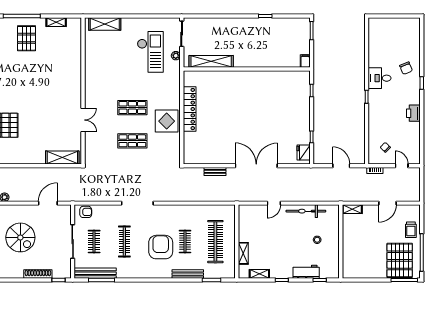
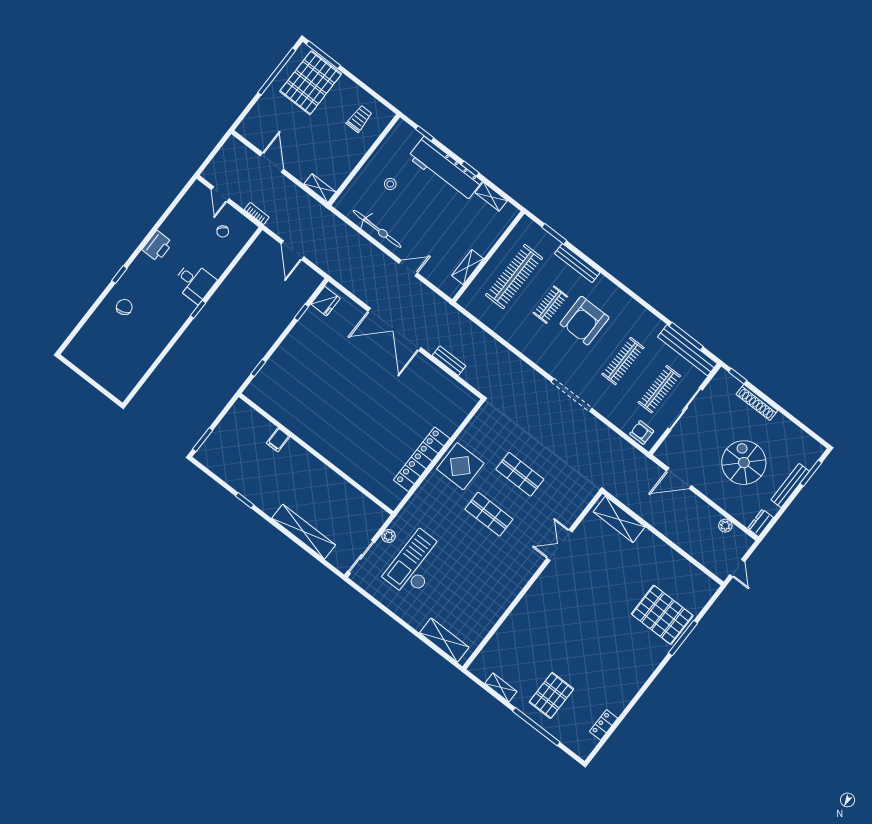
shelving: (211, 61) -> (304, 532), moved
filing cabinet: (305, 61) -> (278, 440), moved
desk: (380, 78) -> (194, 282), moved
door: (388, 203) -> (272, 163), hinge flipped
trolley: (411, 230) -> (359, 119), moved
clothes rail: (94, 242) -> (659, 389), width x1.36
shelving: (243, 253) -> (468, 267), moved
workbench: (306, 272) -> (445, 169), width x1.88, depth x1.32

